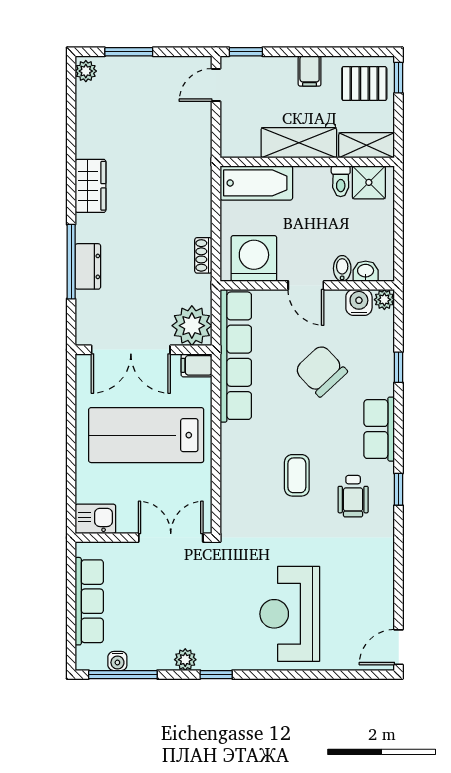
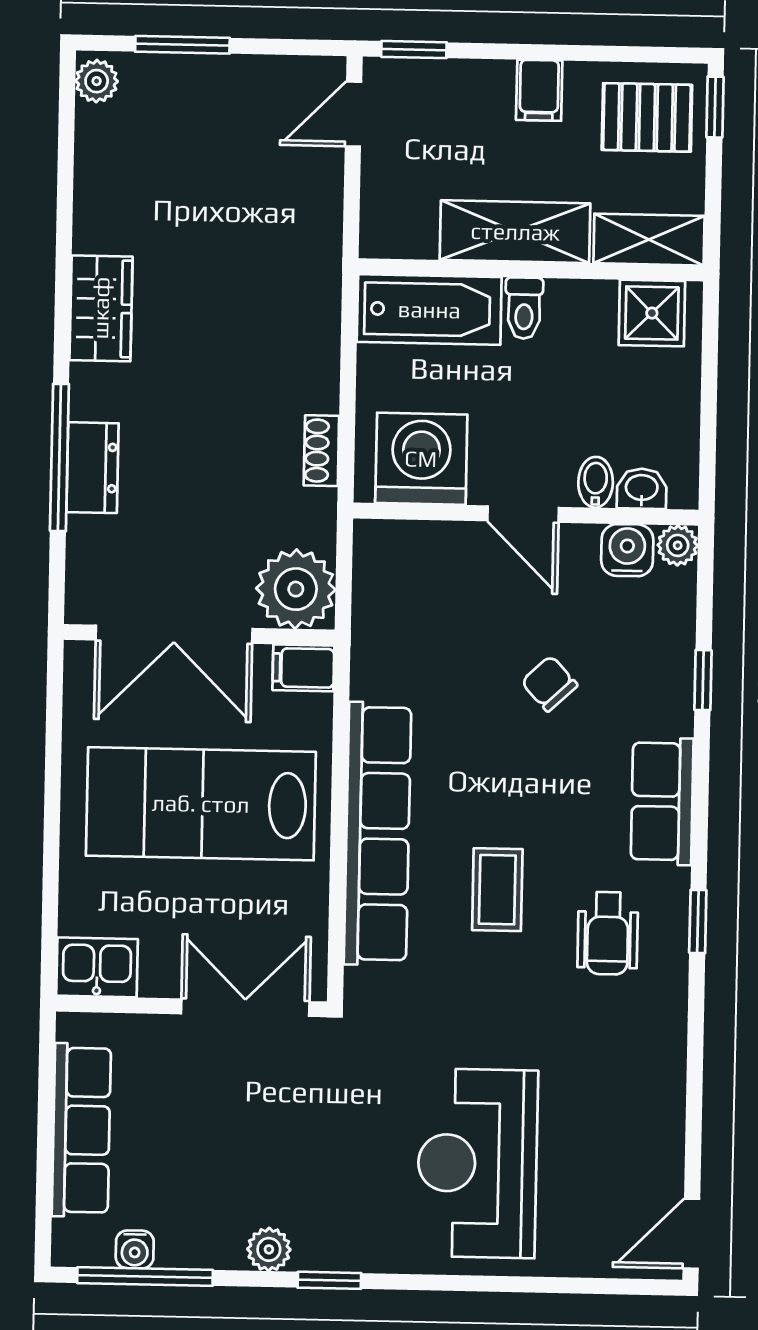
toilet: (341, 181) -> (524, 308), moved
row of seats: (236, 356) -> (378, 834), moved
chair: (321, 371) -> (549, 684), width x0.54, depth x0.54

